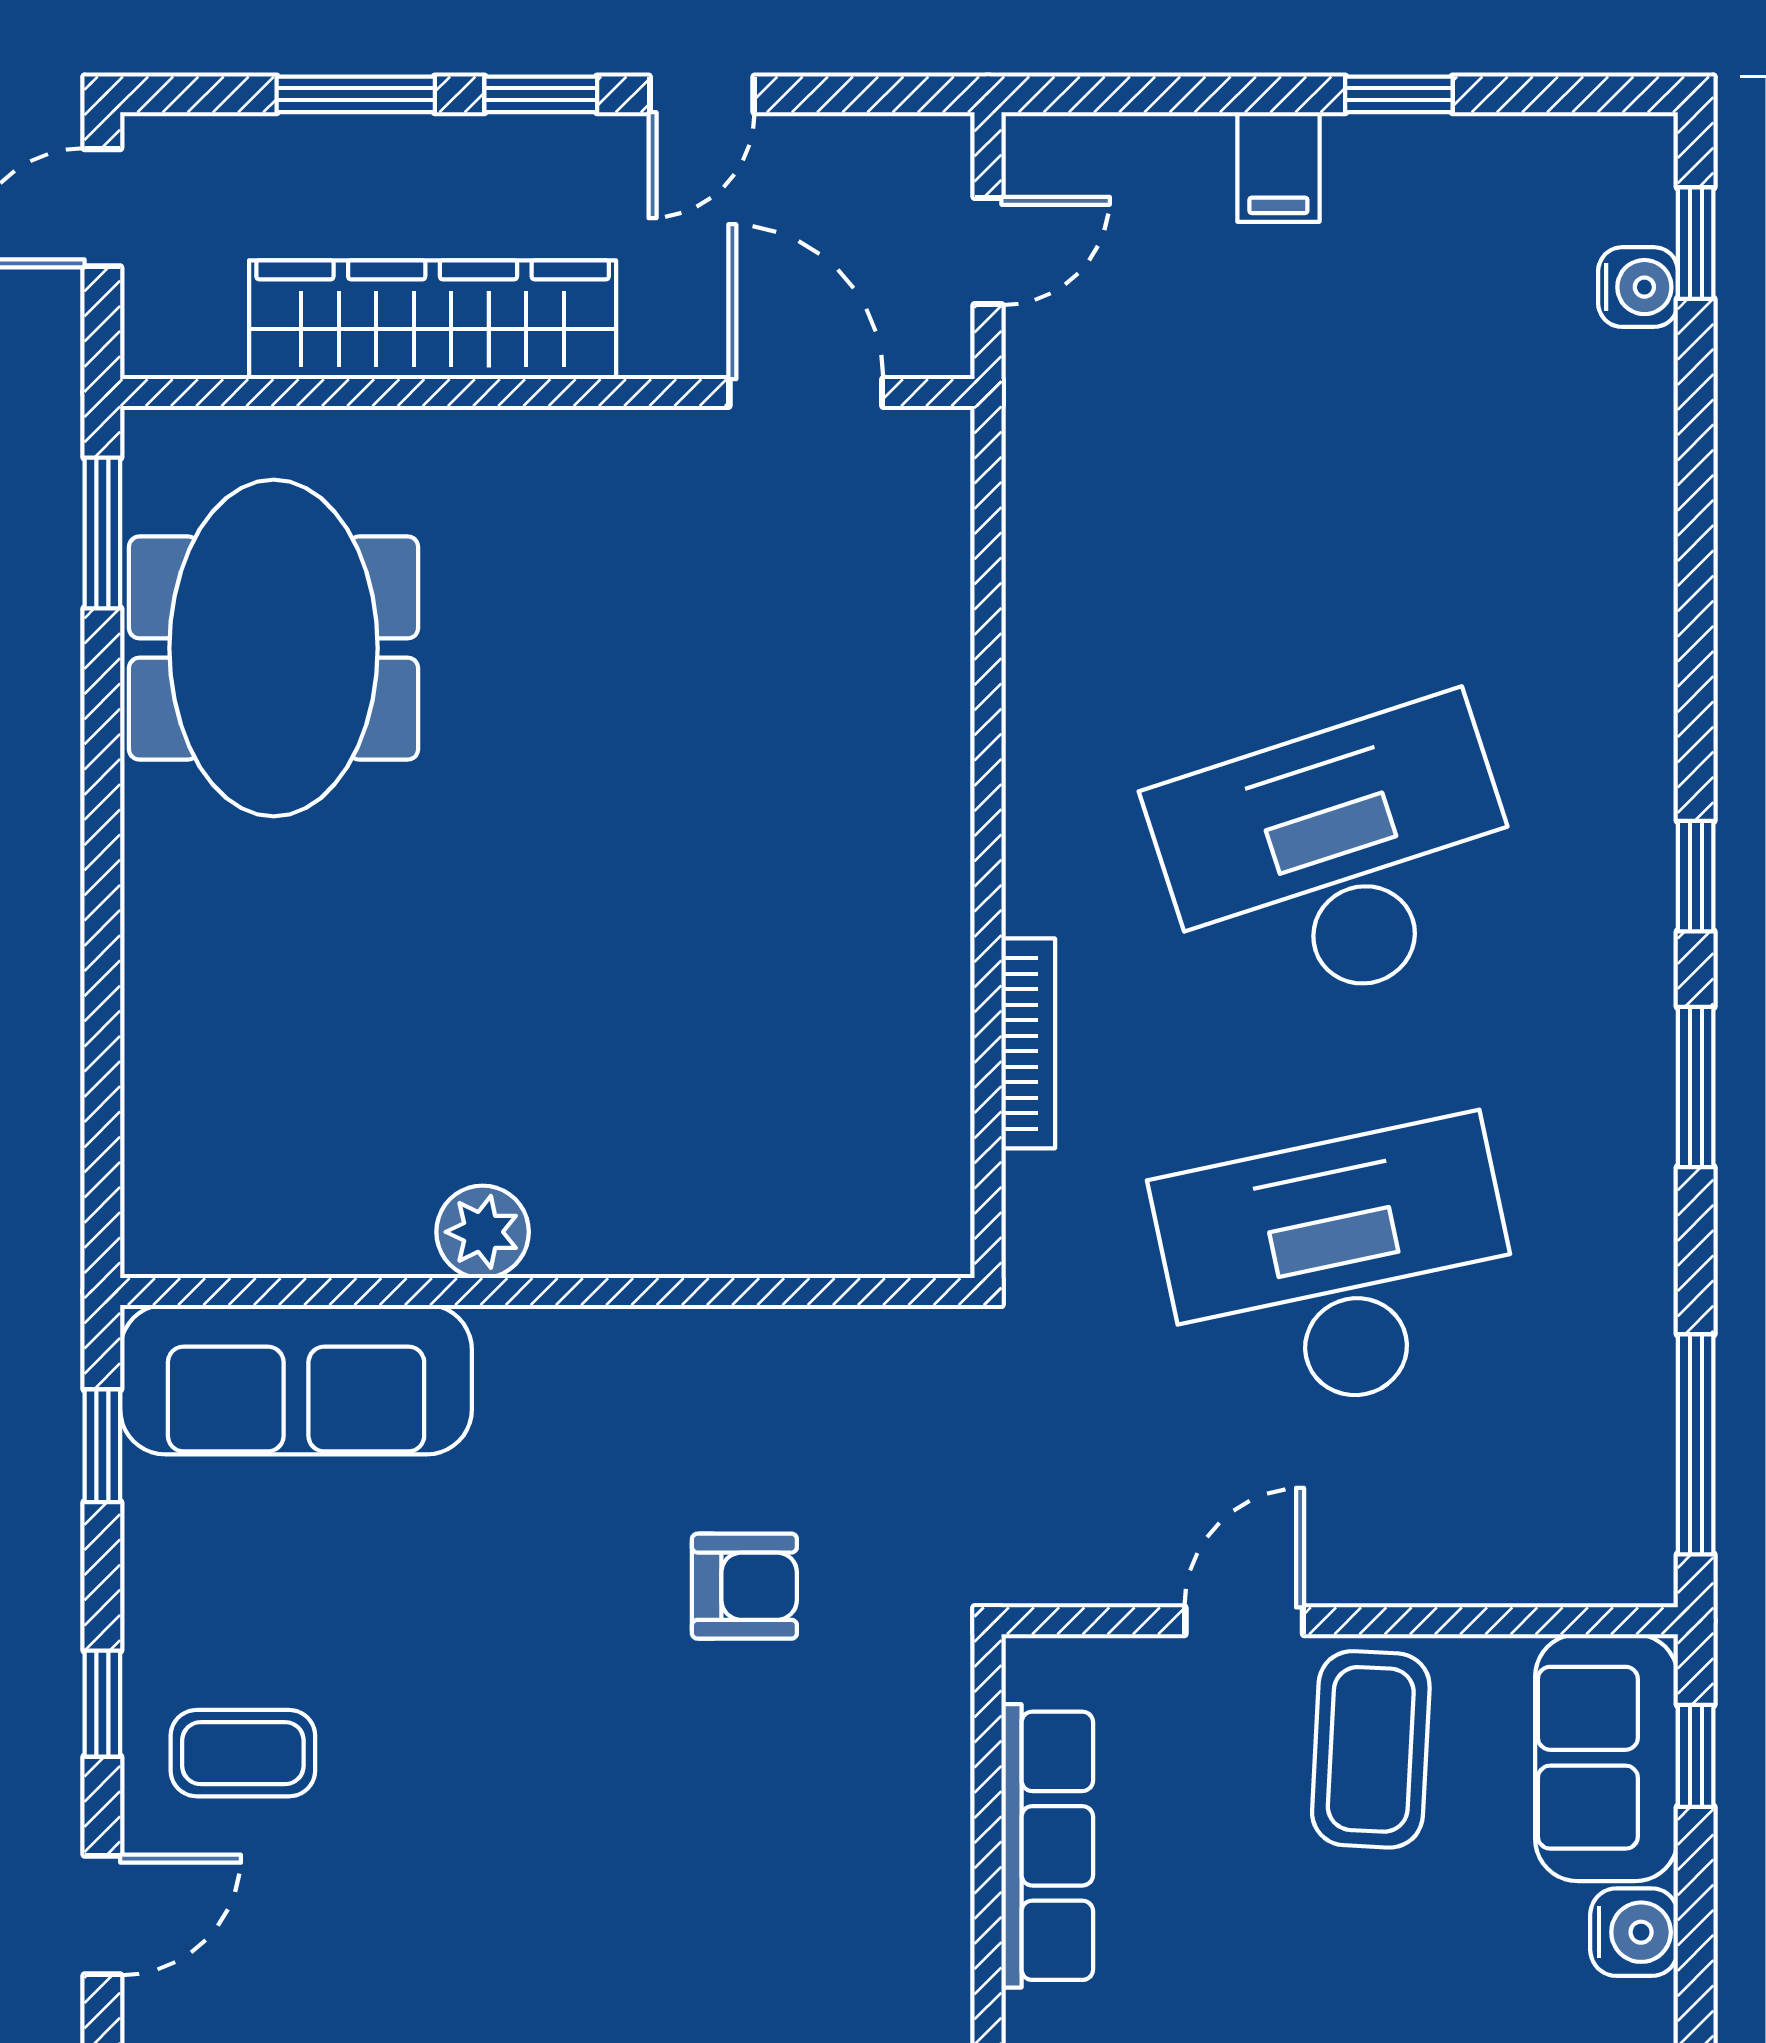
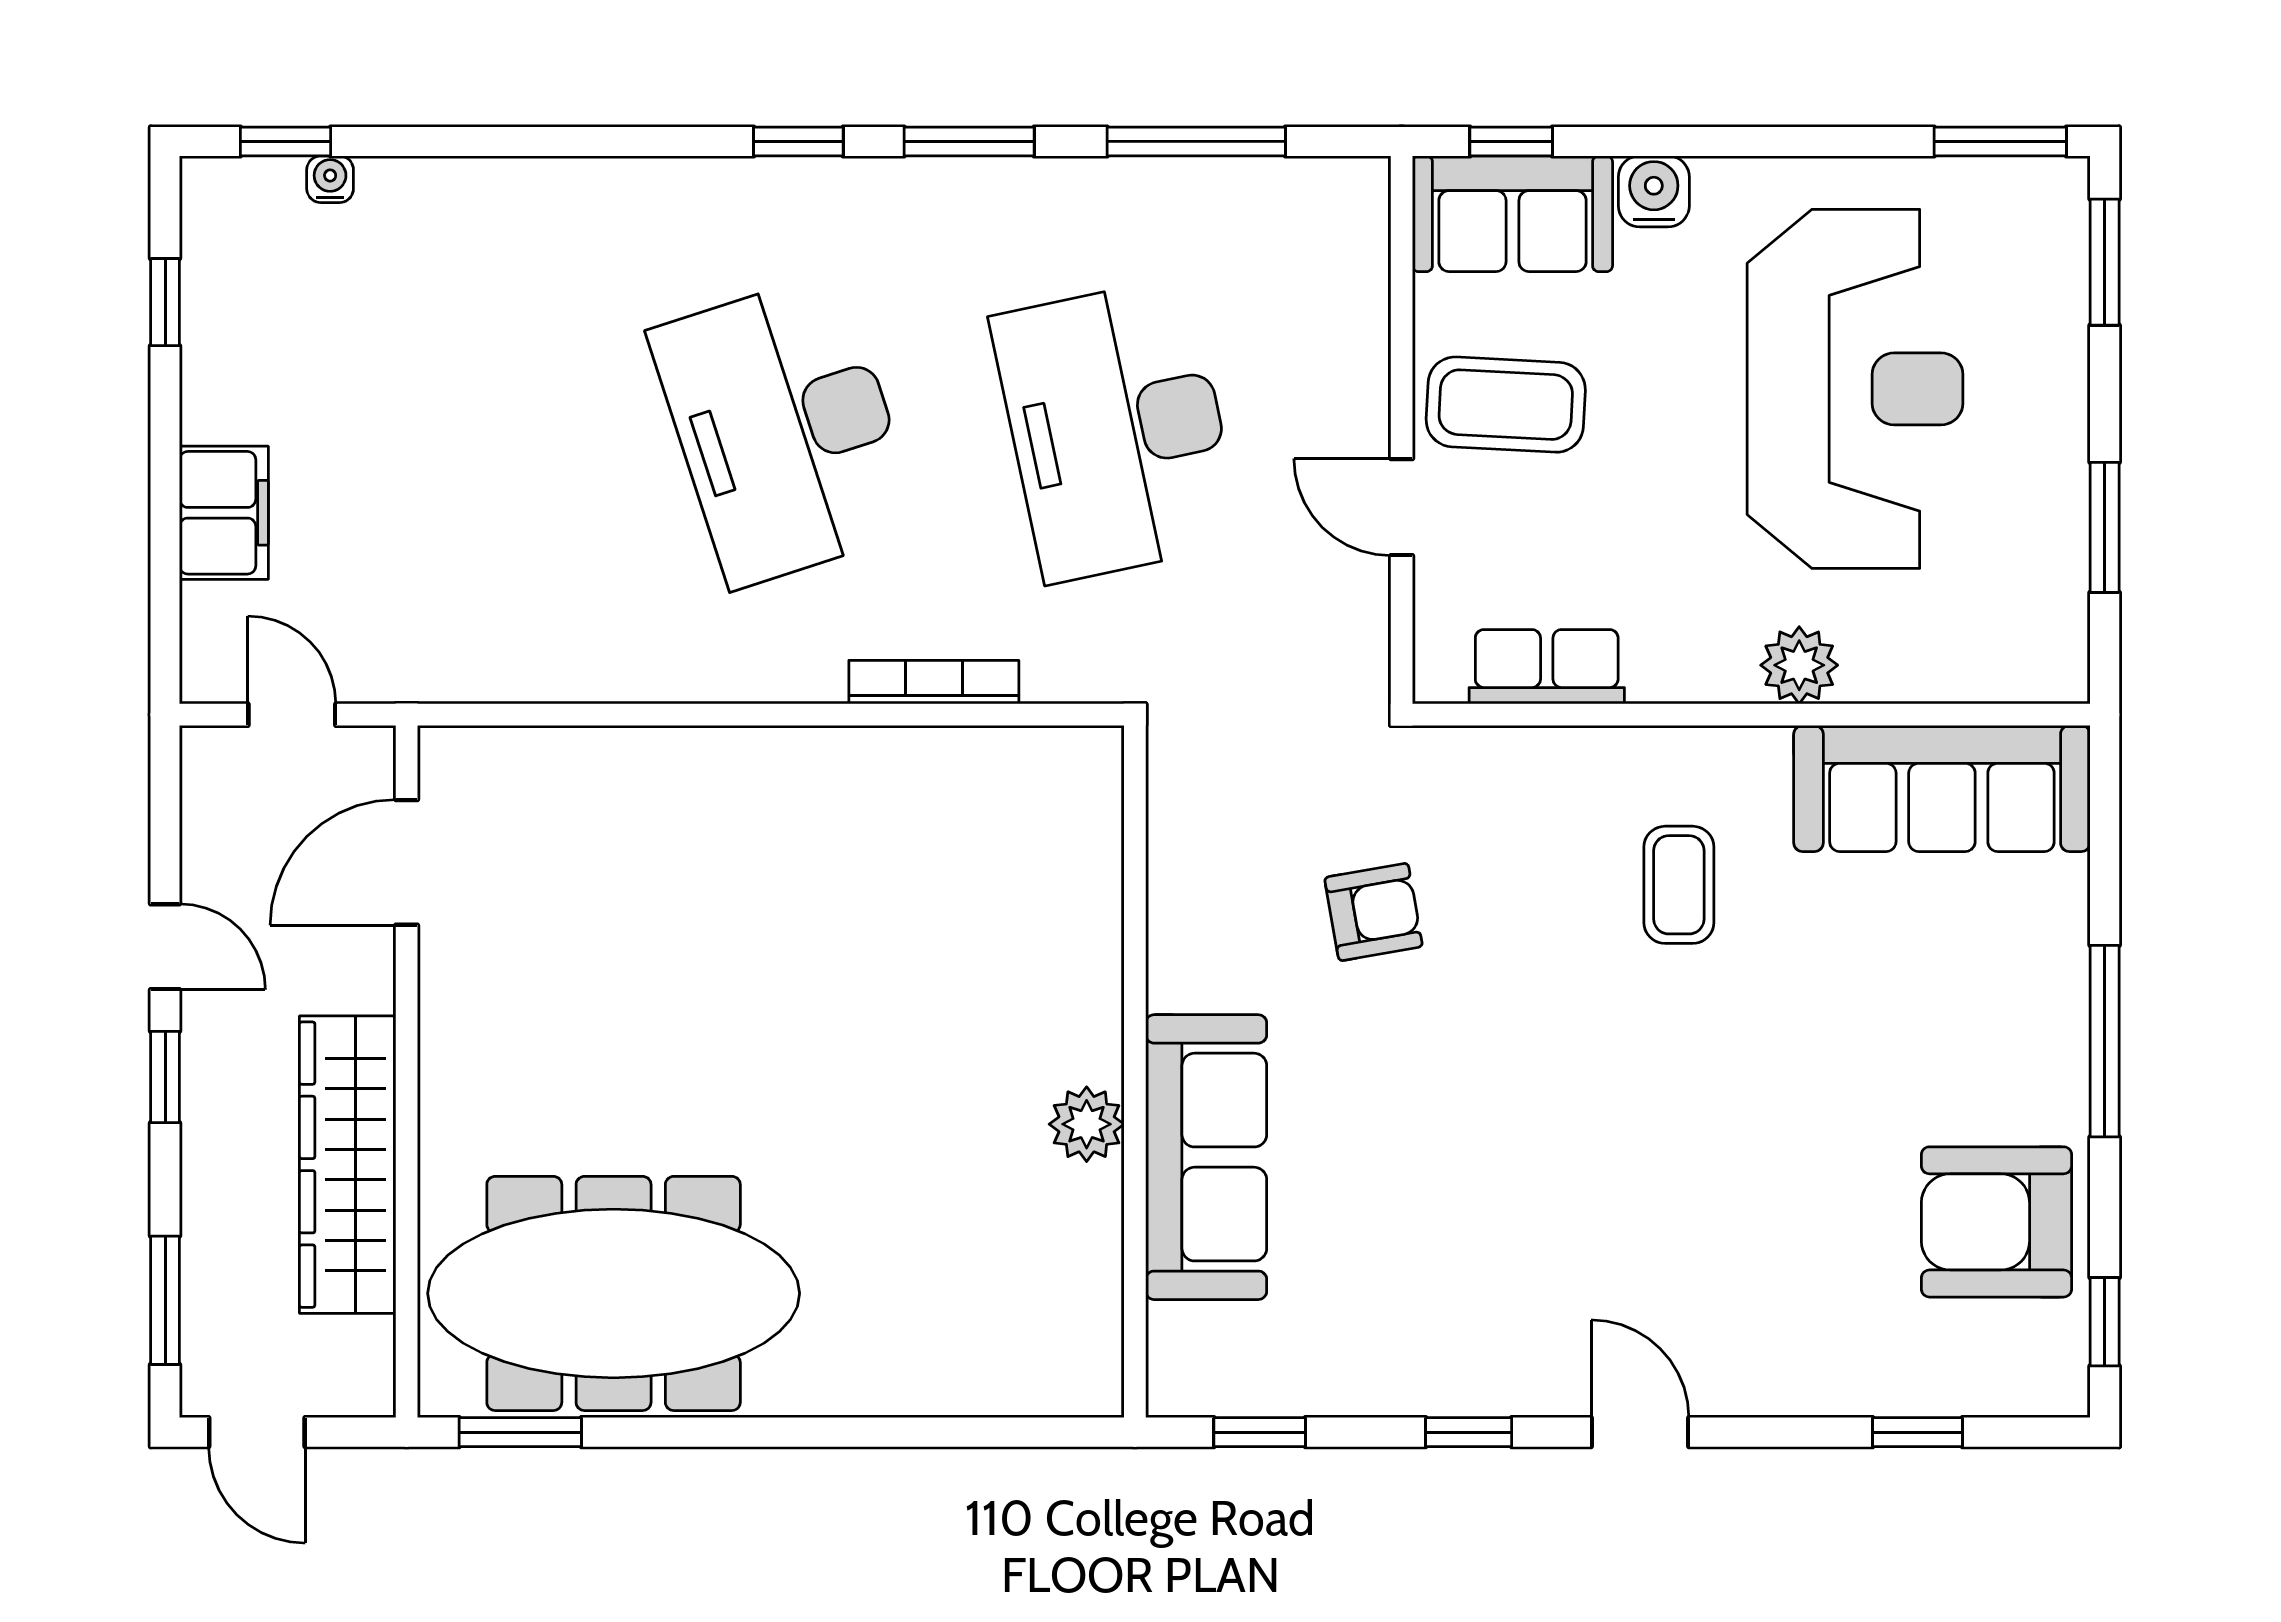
window: (356, 94) -> (165, 1300), moved
window: (1399, 94) -> (165, 302), moved
filing cabinet: (1278, 167) -> (224, 513), width x2.00
water cooler: (1638, 287) -> (330, 179), width x0.72, depth x0.72
meeting table: (274, 648) -> (614, 1293), width x1.36
sofa: (296, 1380) -> (1206, 1157), moved
window: (1696, 1444) -> (1196, 141), moved
armchair: (744, 1586) -> (1374, 912), turned 80
coffee table: (243, 1753) -> (1679, 885), moved
row of seats: (1047, 1846) -> (1547, 667), width x0.68

